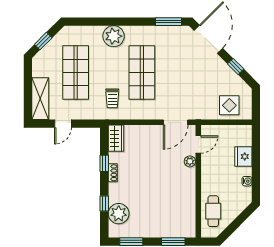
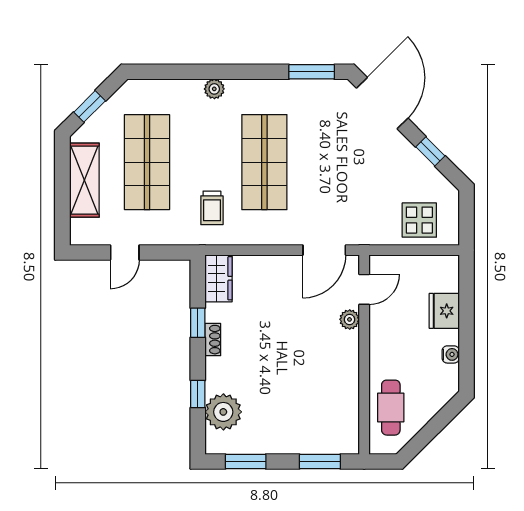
plant: (114, 36) -> (214, 89), width x0.53, depth x0.53
shelving: (40, 99) -> (84, 180), moved

